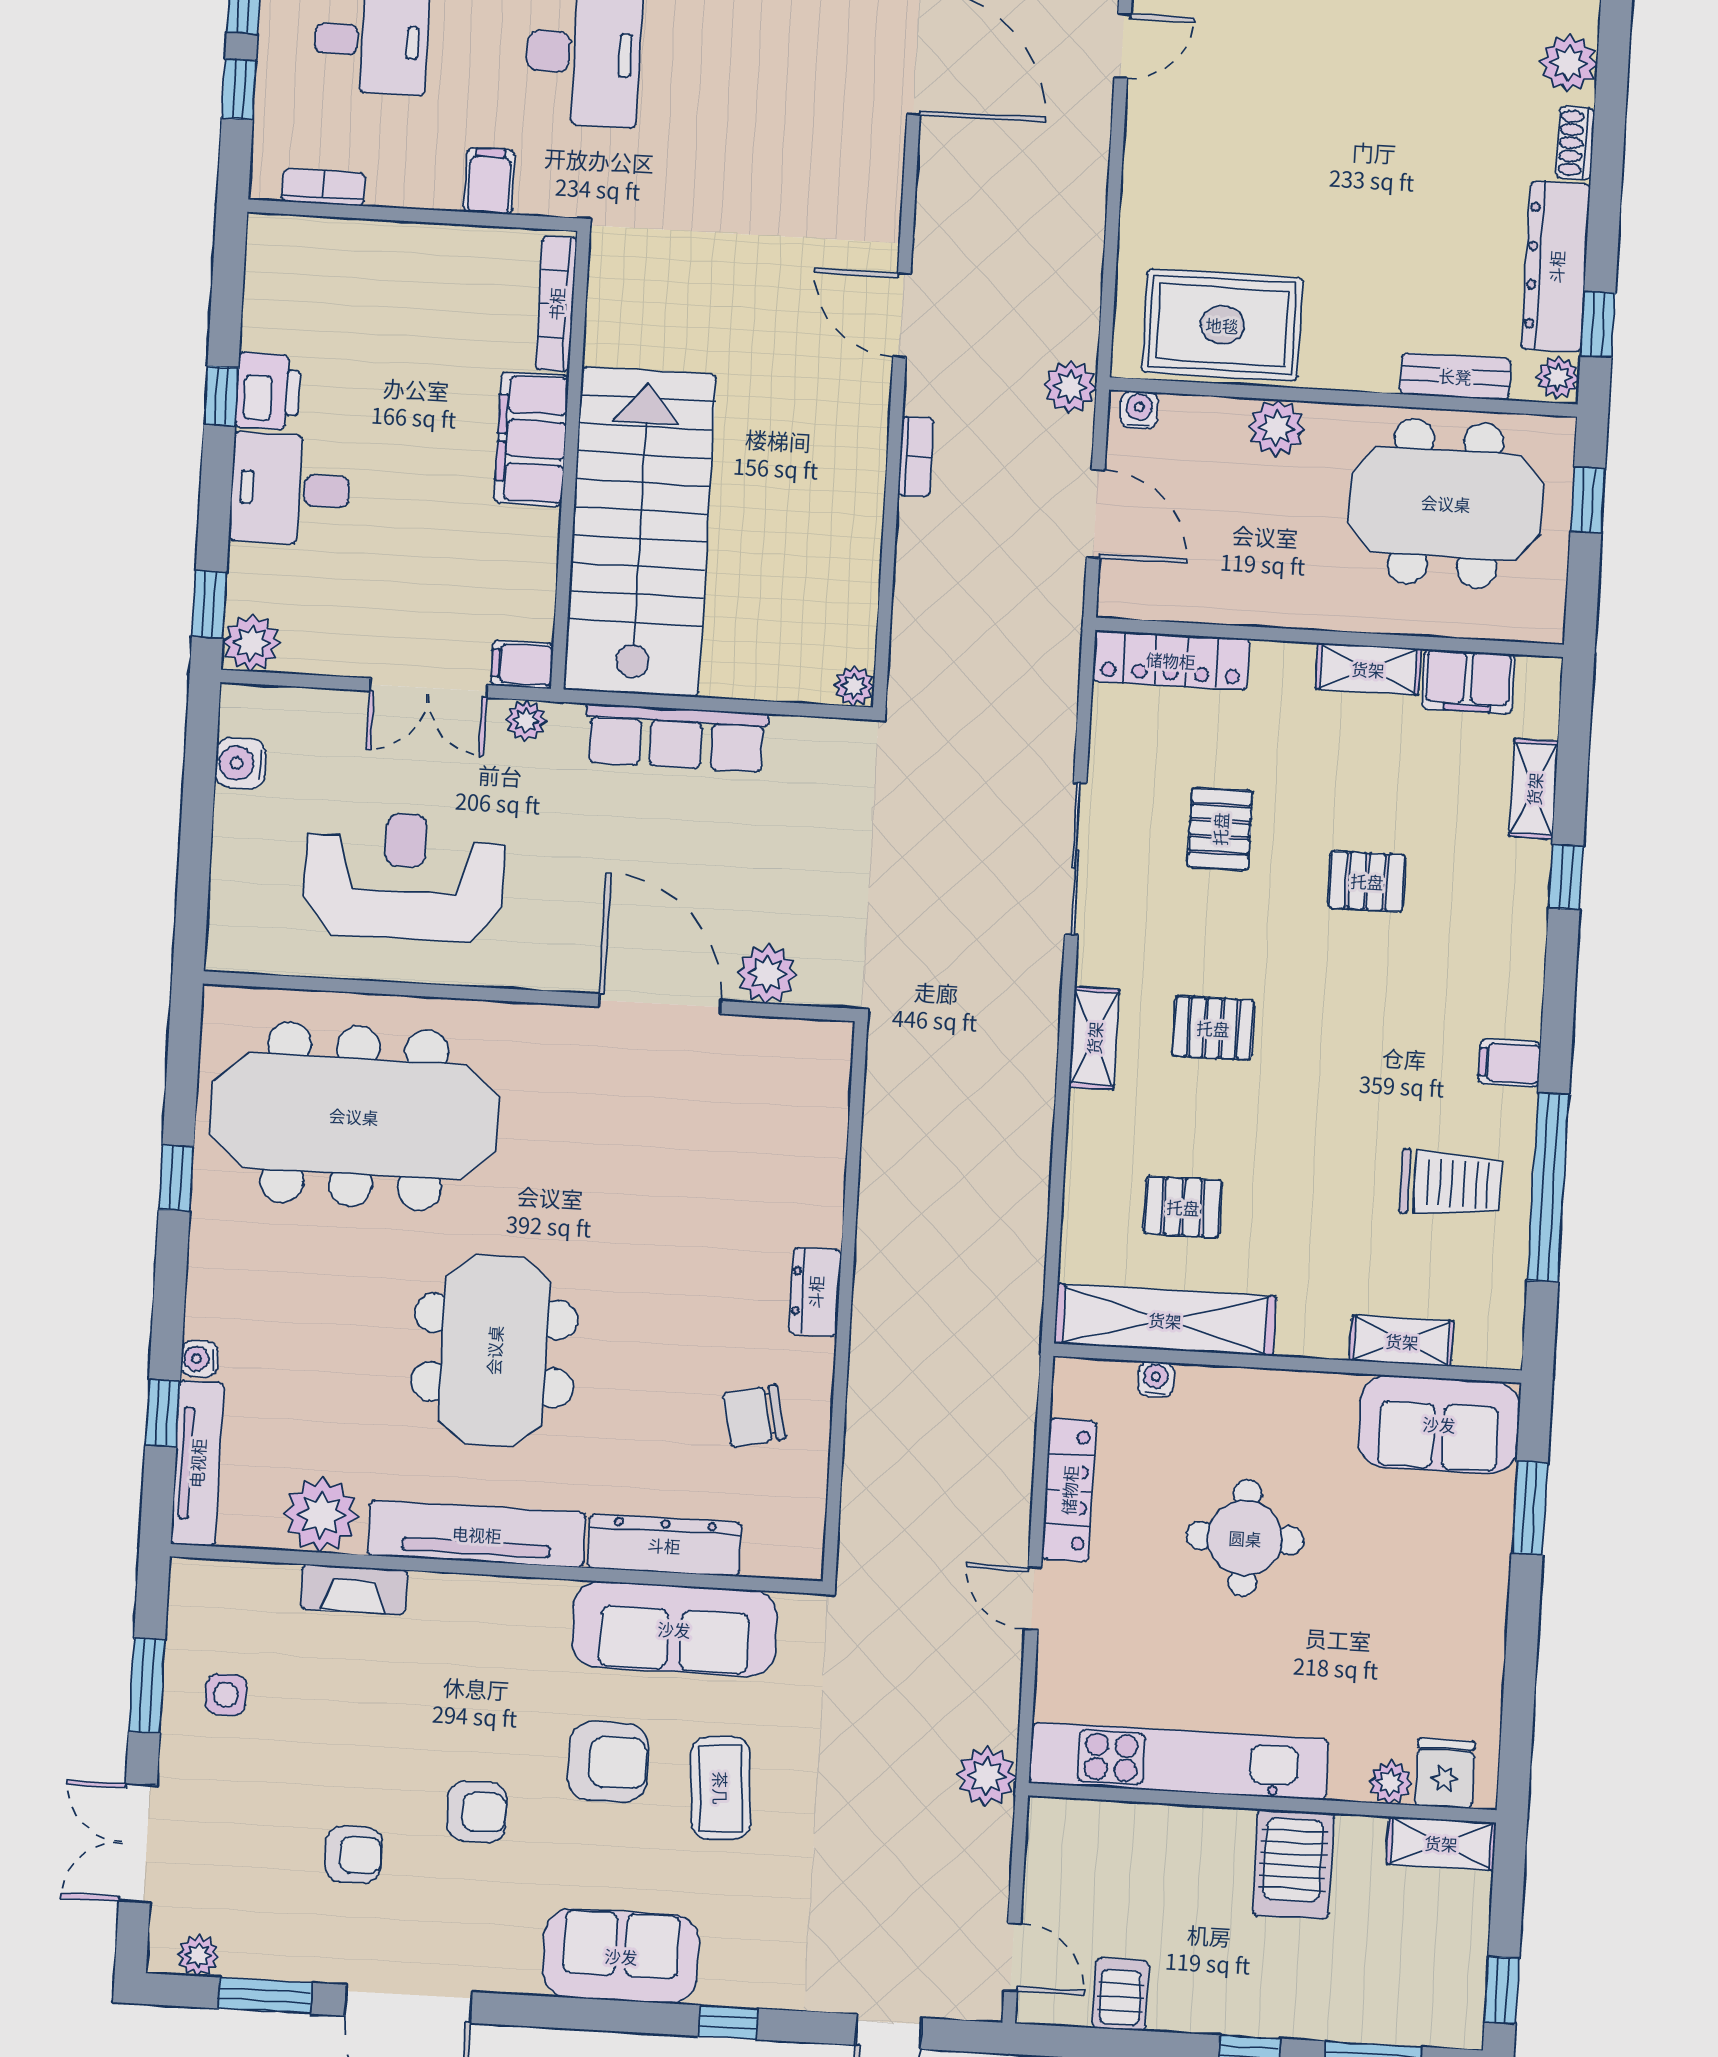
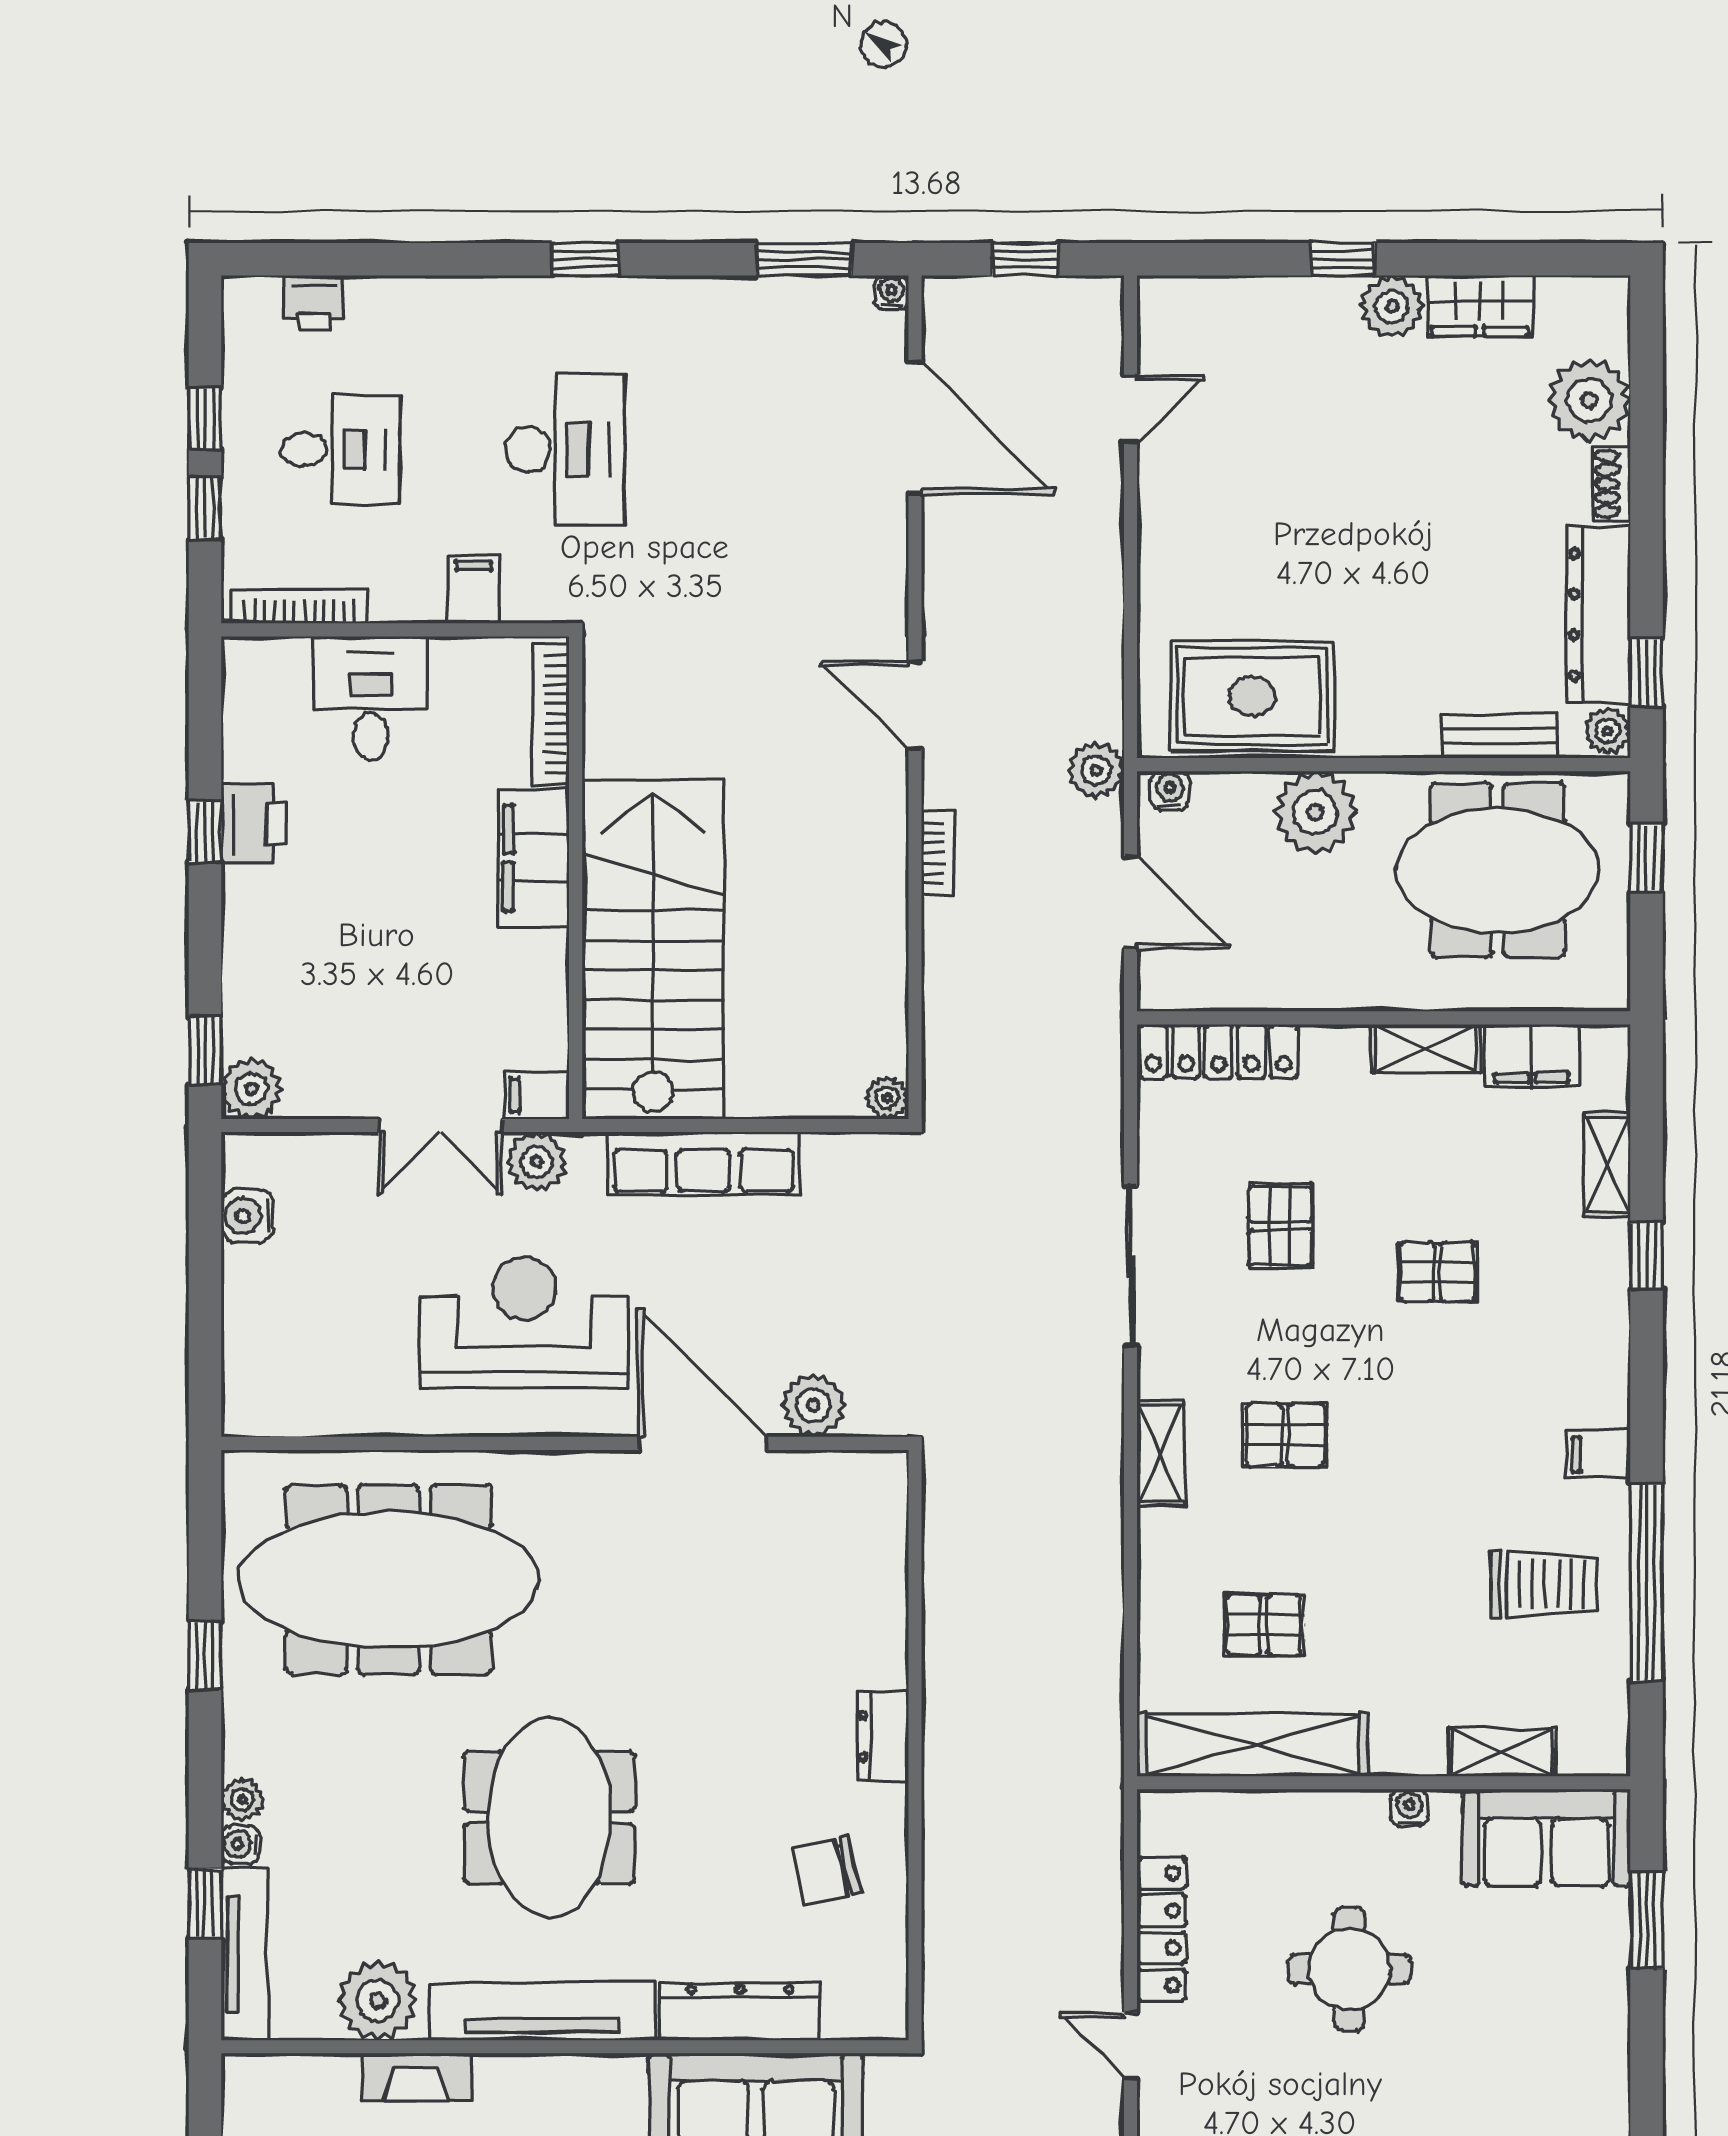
plant: (1569, 63) -> (1589, 400), width x1.36, depth x1.36
bookcase: (323, 187) -> (300, 606), width x1.56
plant: (1277, 428) -> (1315, 812), width x1.36, depth x1.36
desk: (290, 489) -> (370, 698), moved, turned 90
plant: (526, 720) -> (537, 1162), width x1.38, depth x1.38
reception desk: (404, 876) -> (524, 1323), moved
plant: (204, 1317) -> (242, 1799), added
water cooler: (1156, 1379) -> (1409, 1808), moved

